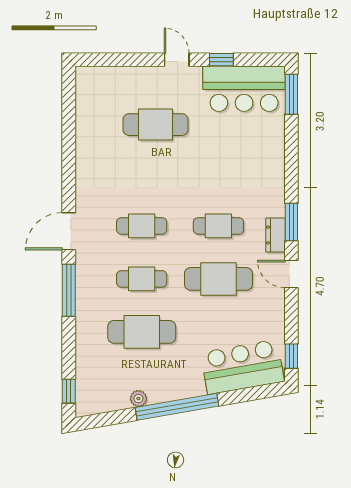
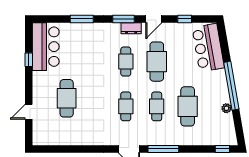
door: (177, 60) -> (29, 112), moved
window: (291, 94) -> (82, 19), moved
window: (291, 356) -> (185, 19), moved

